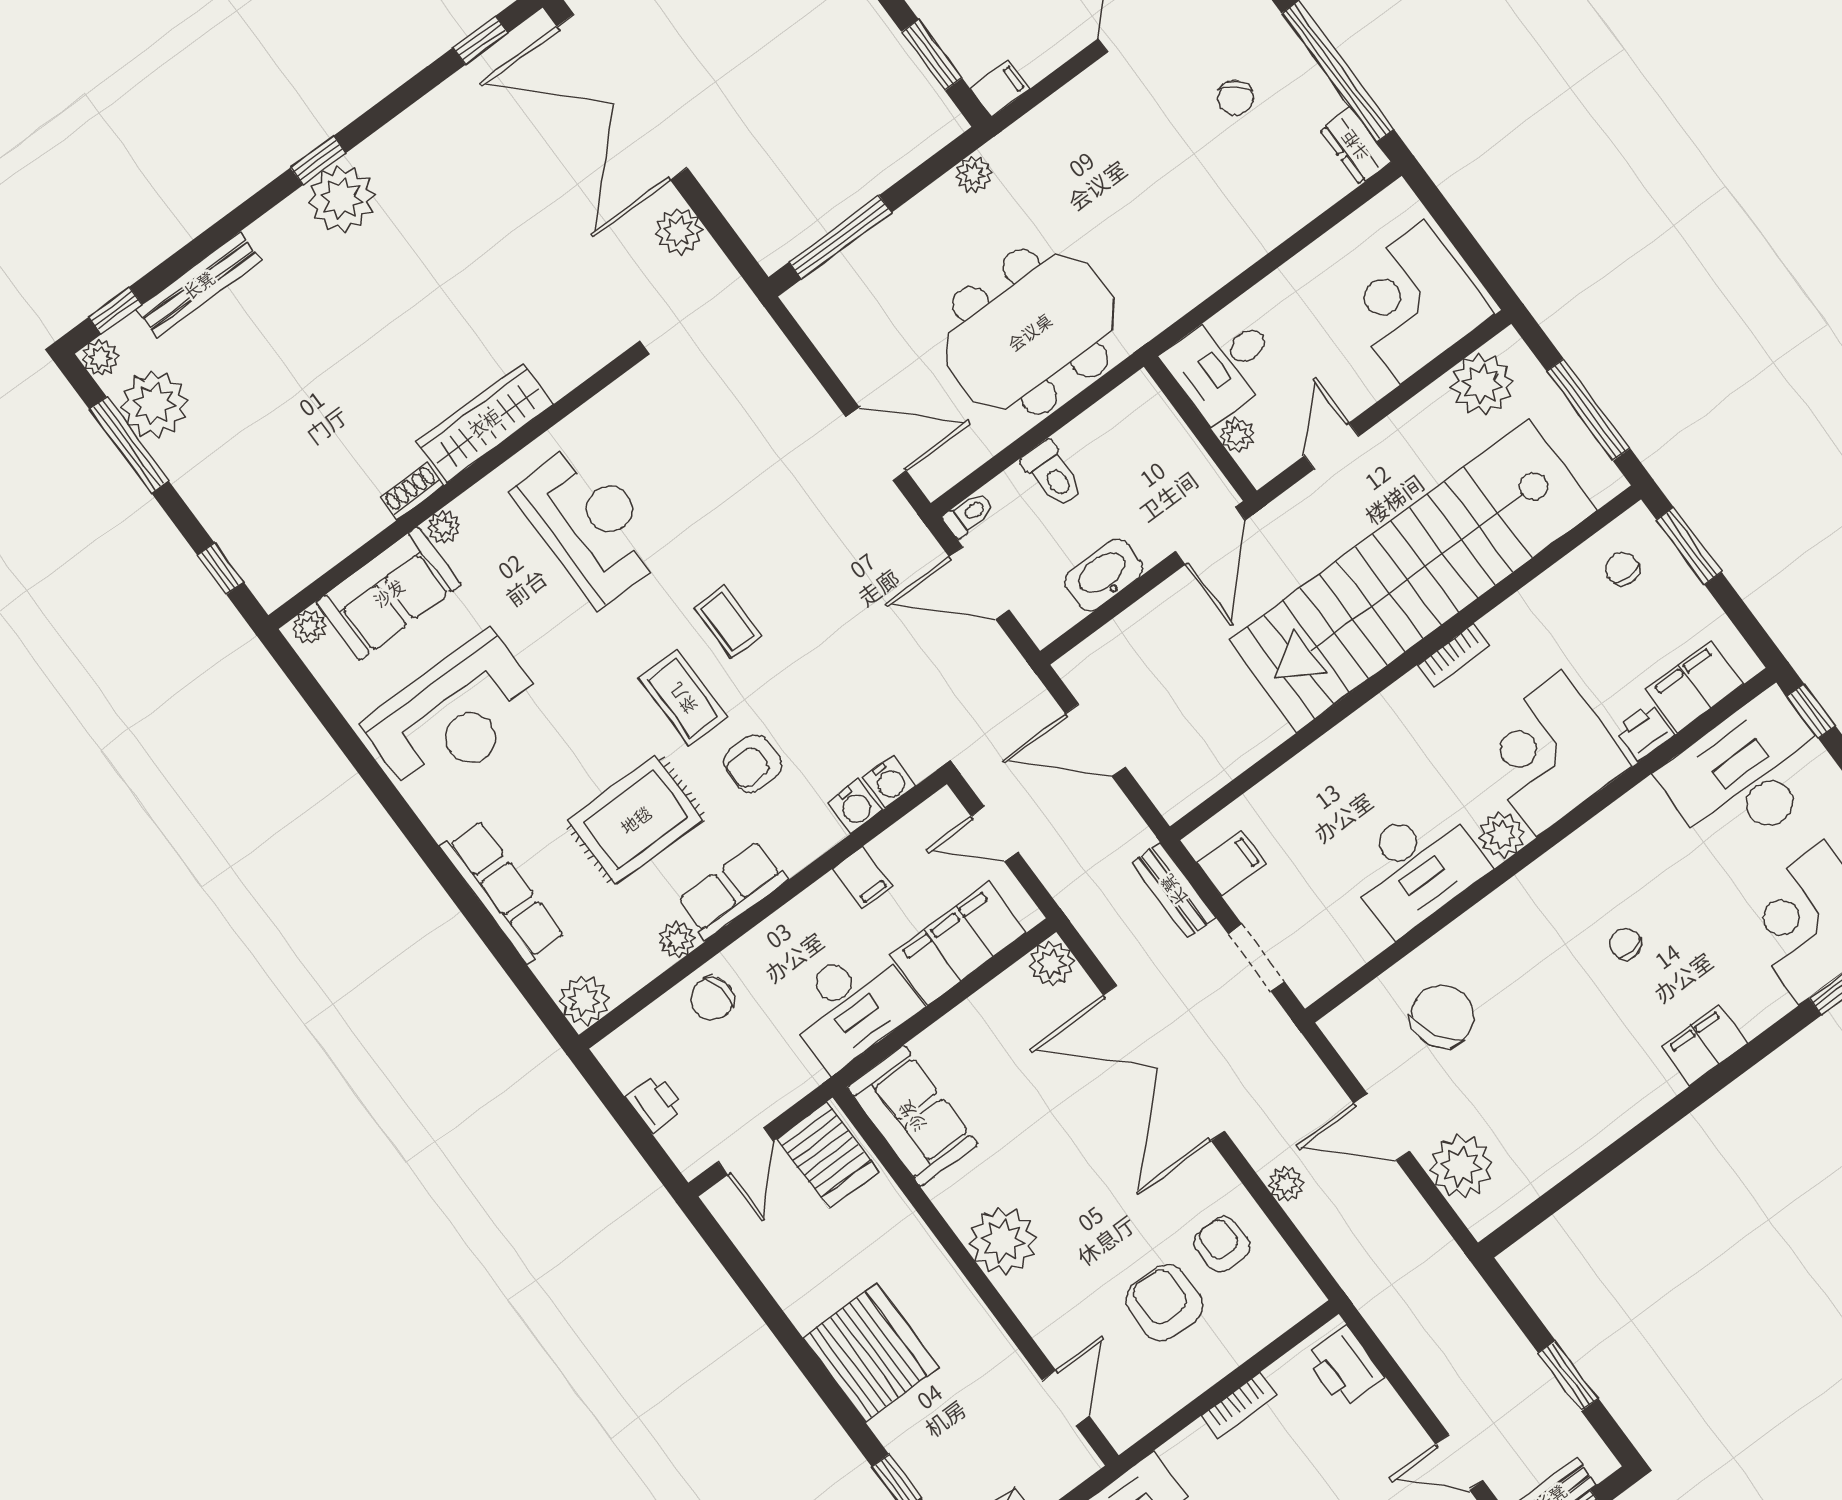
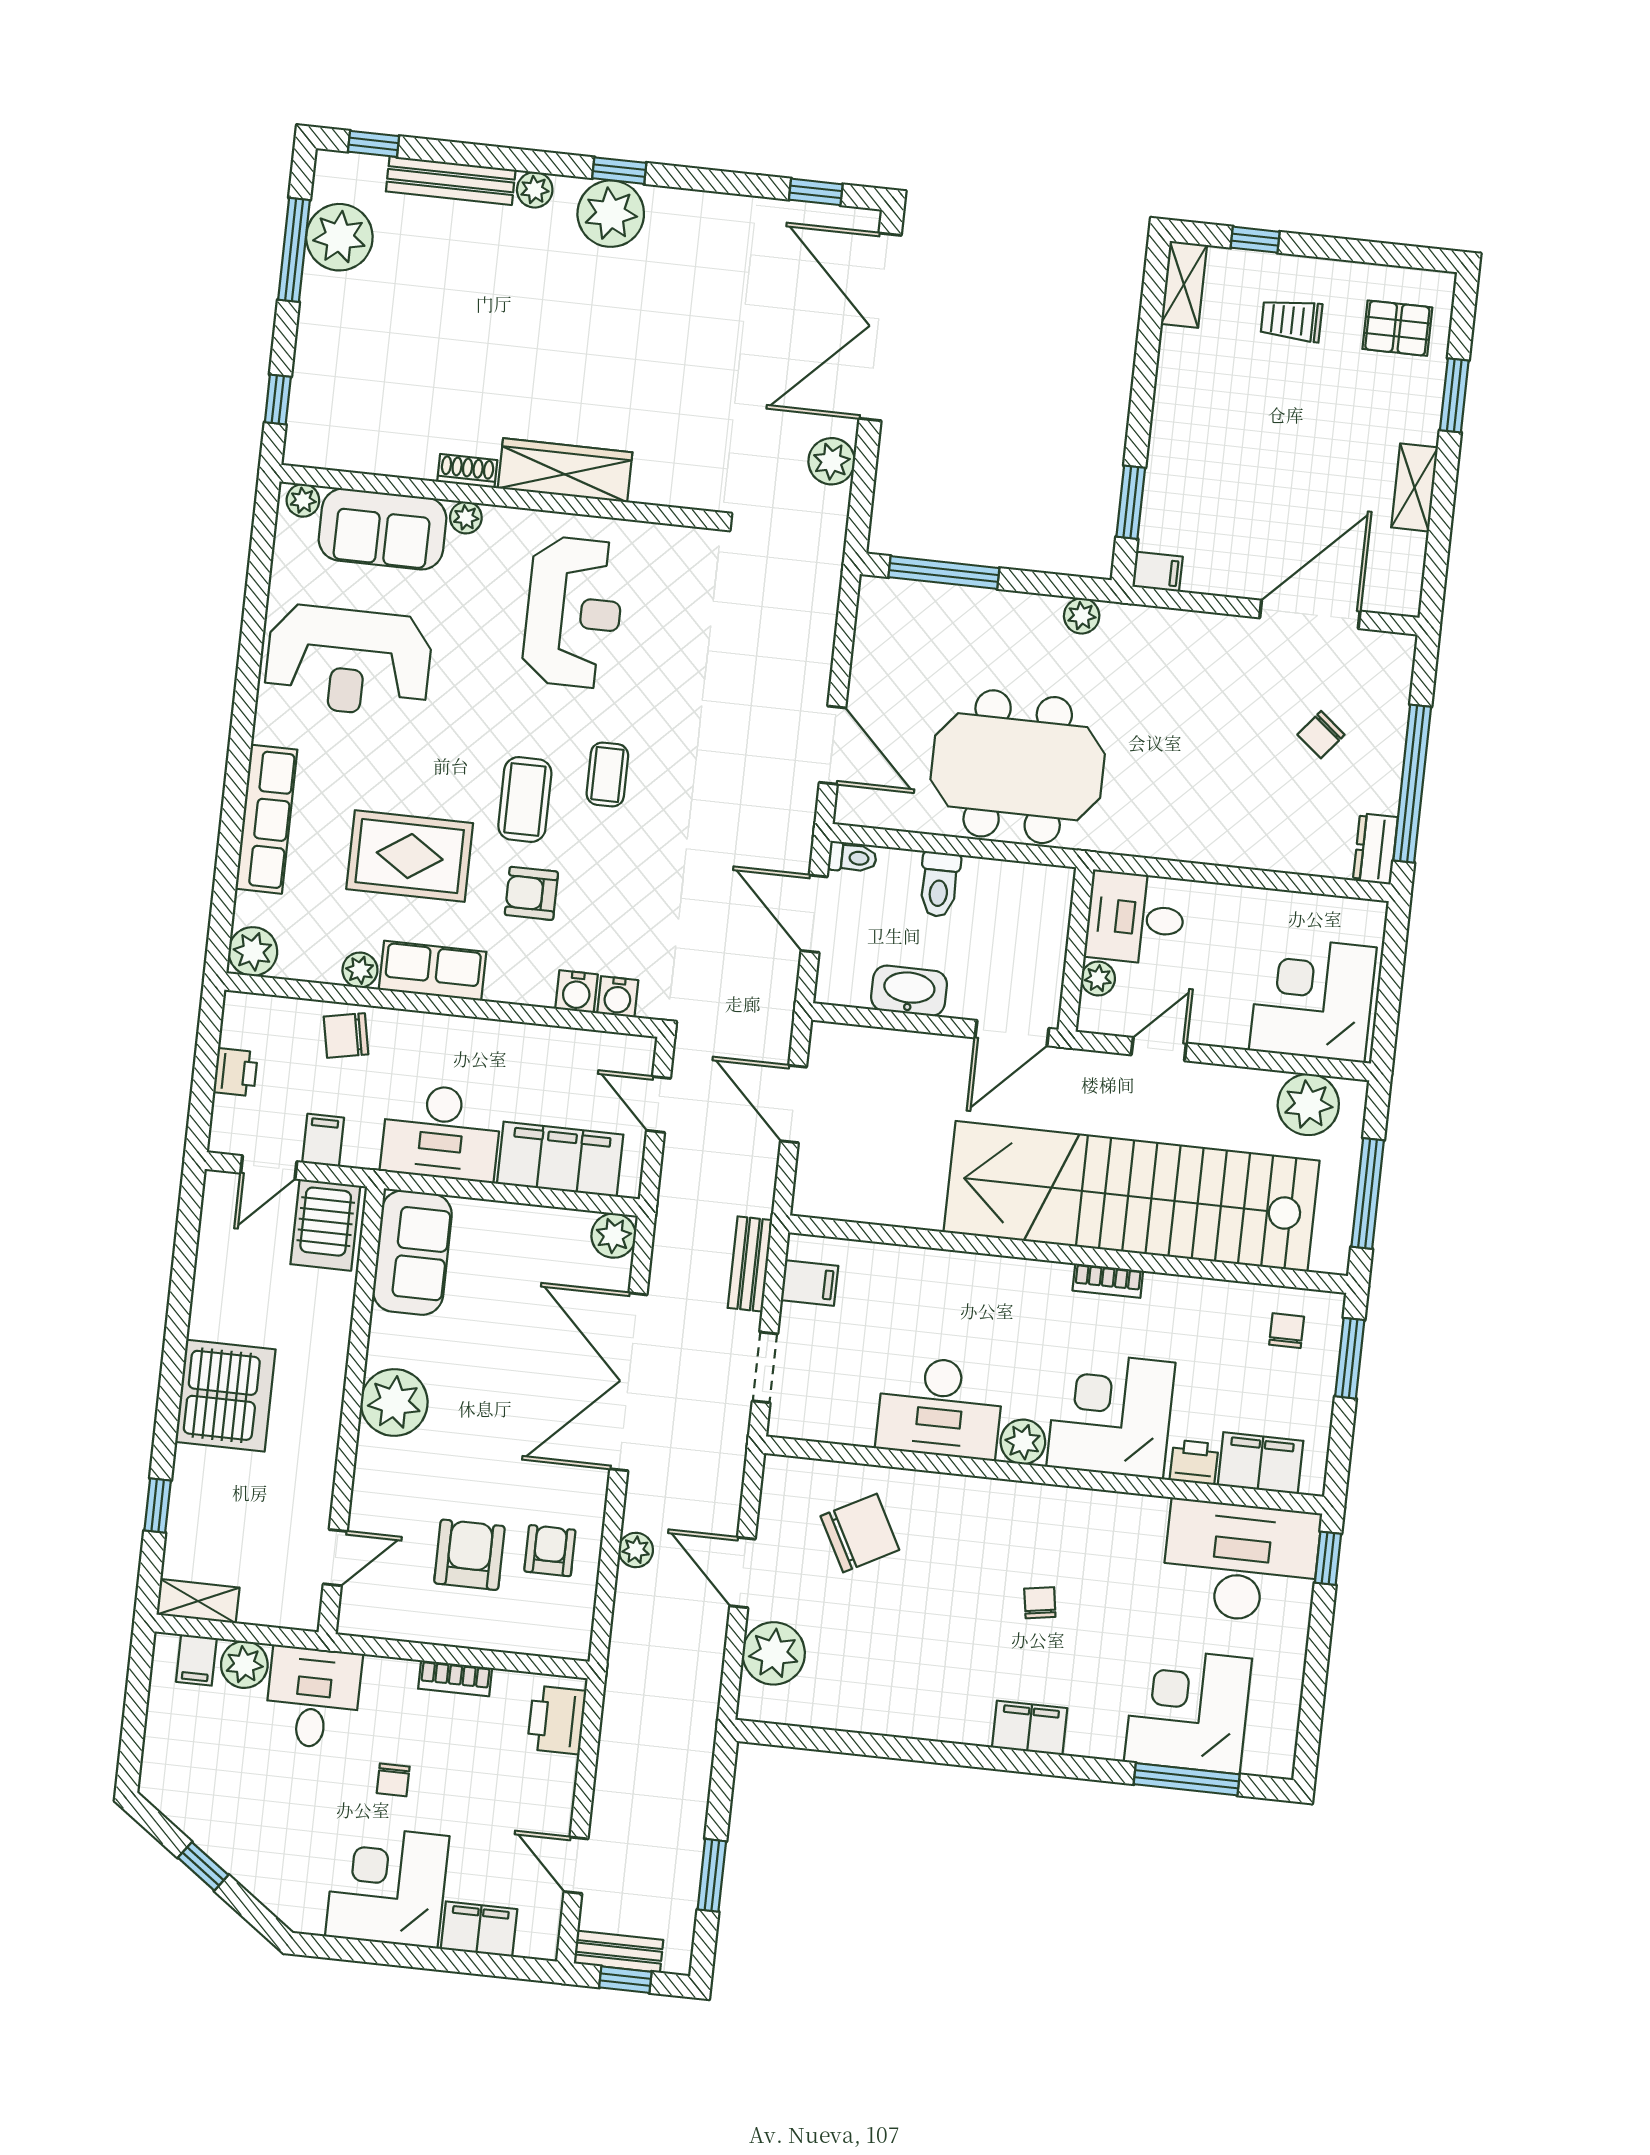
plant: (100, 358) -> (535, 190), moved
filing cabinet: (863, 877) -> (323, 1140), moved, turned 180

